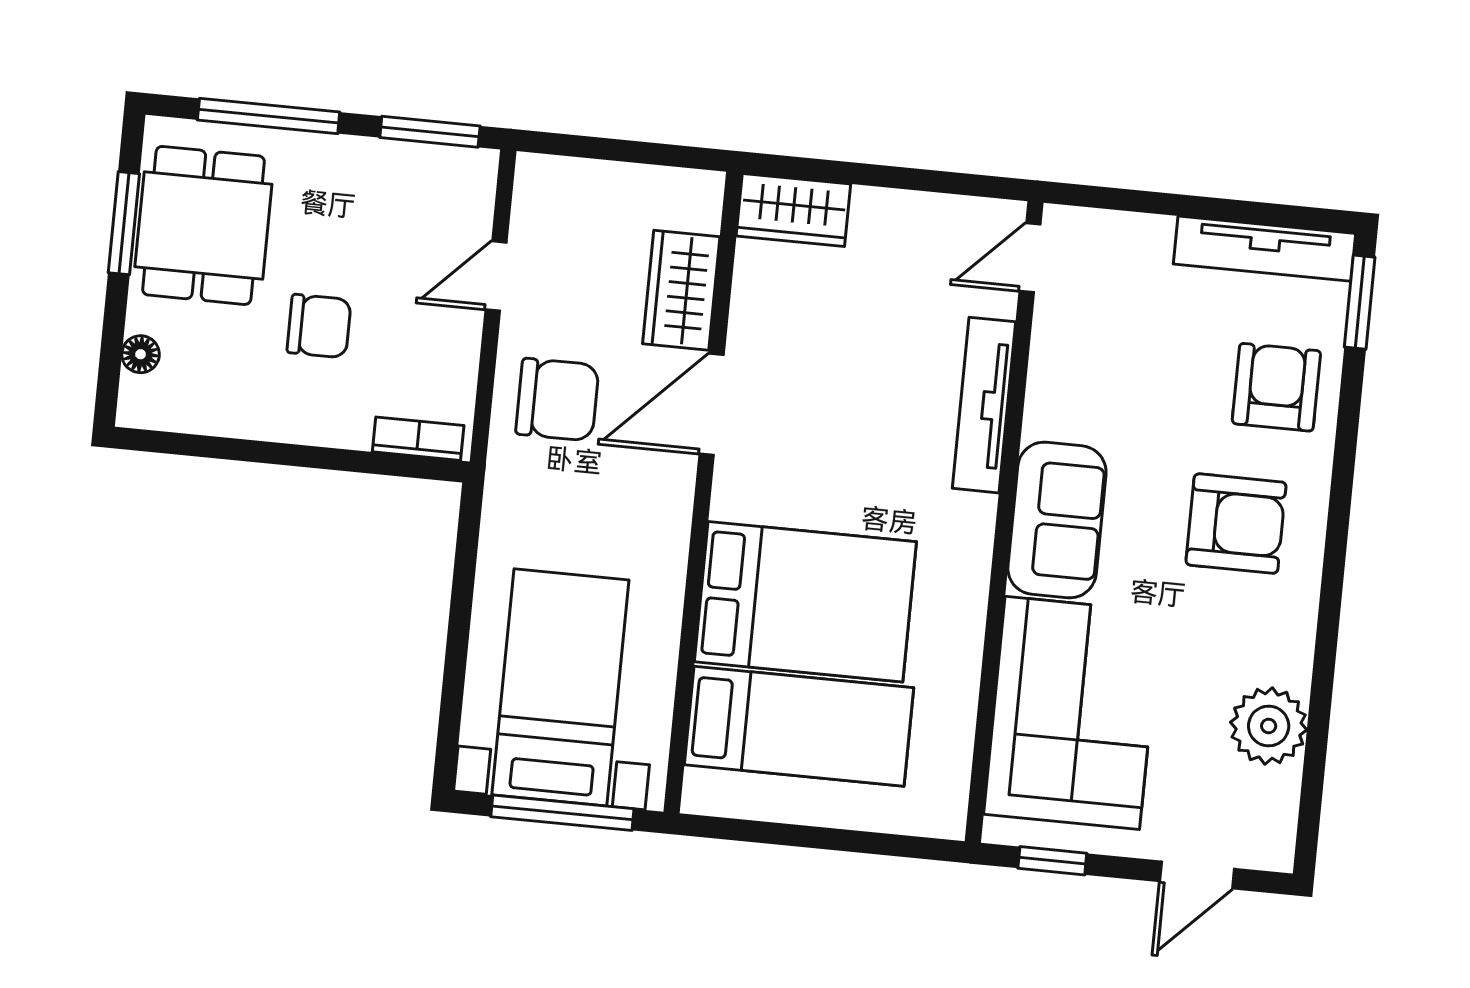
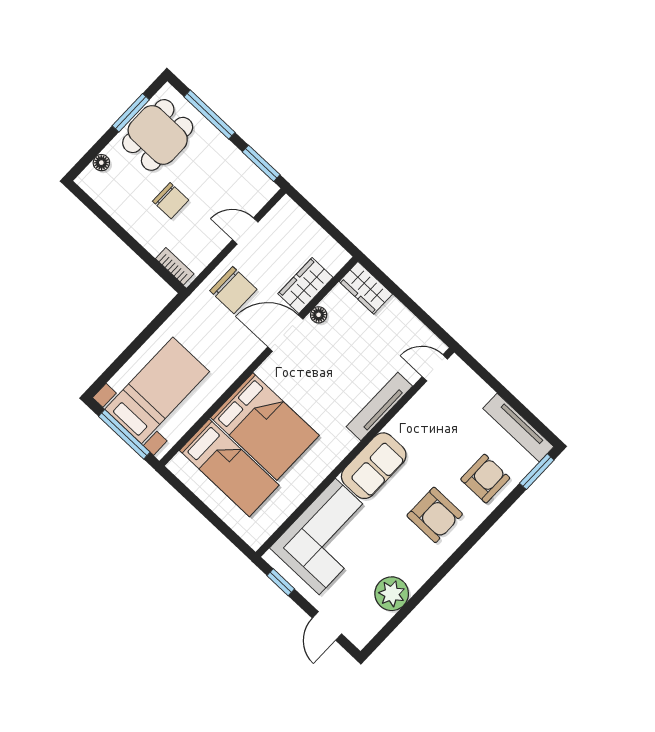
floor lamp: (746, 325) -> (319, 315), added
door: (1197, 875) -> (327, 626), hinge flipped

